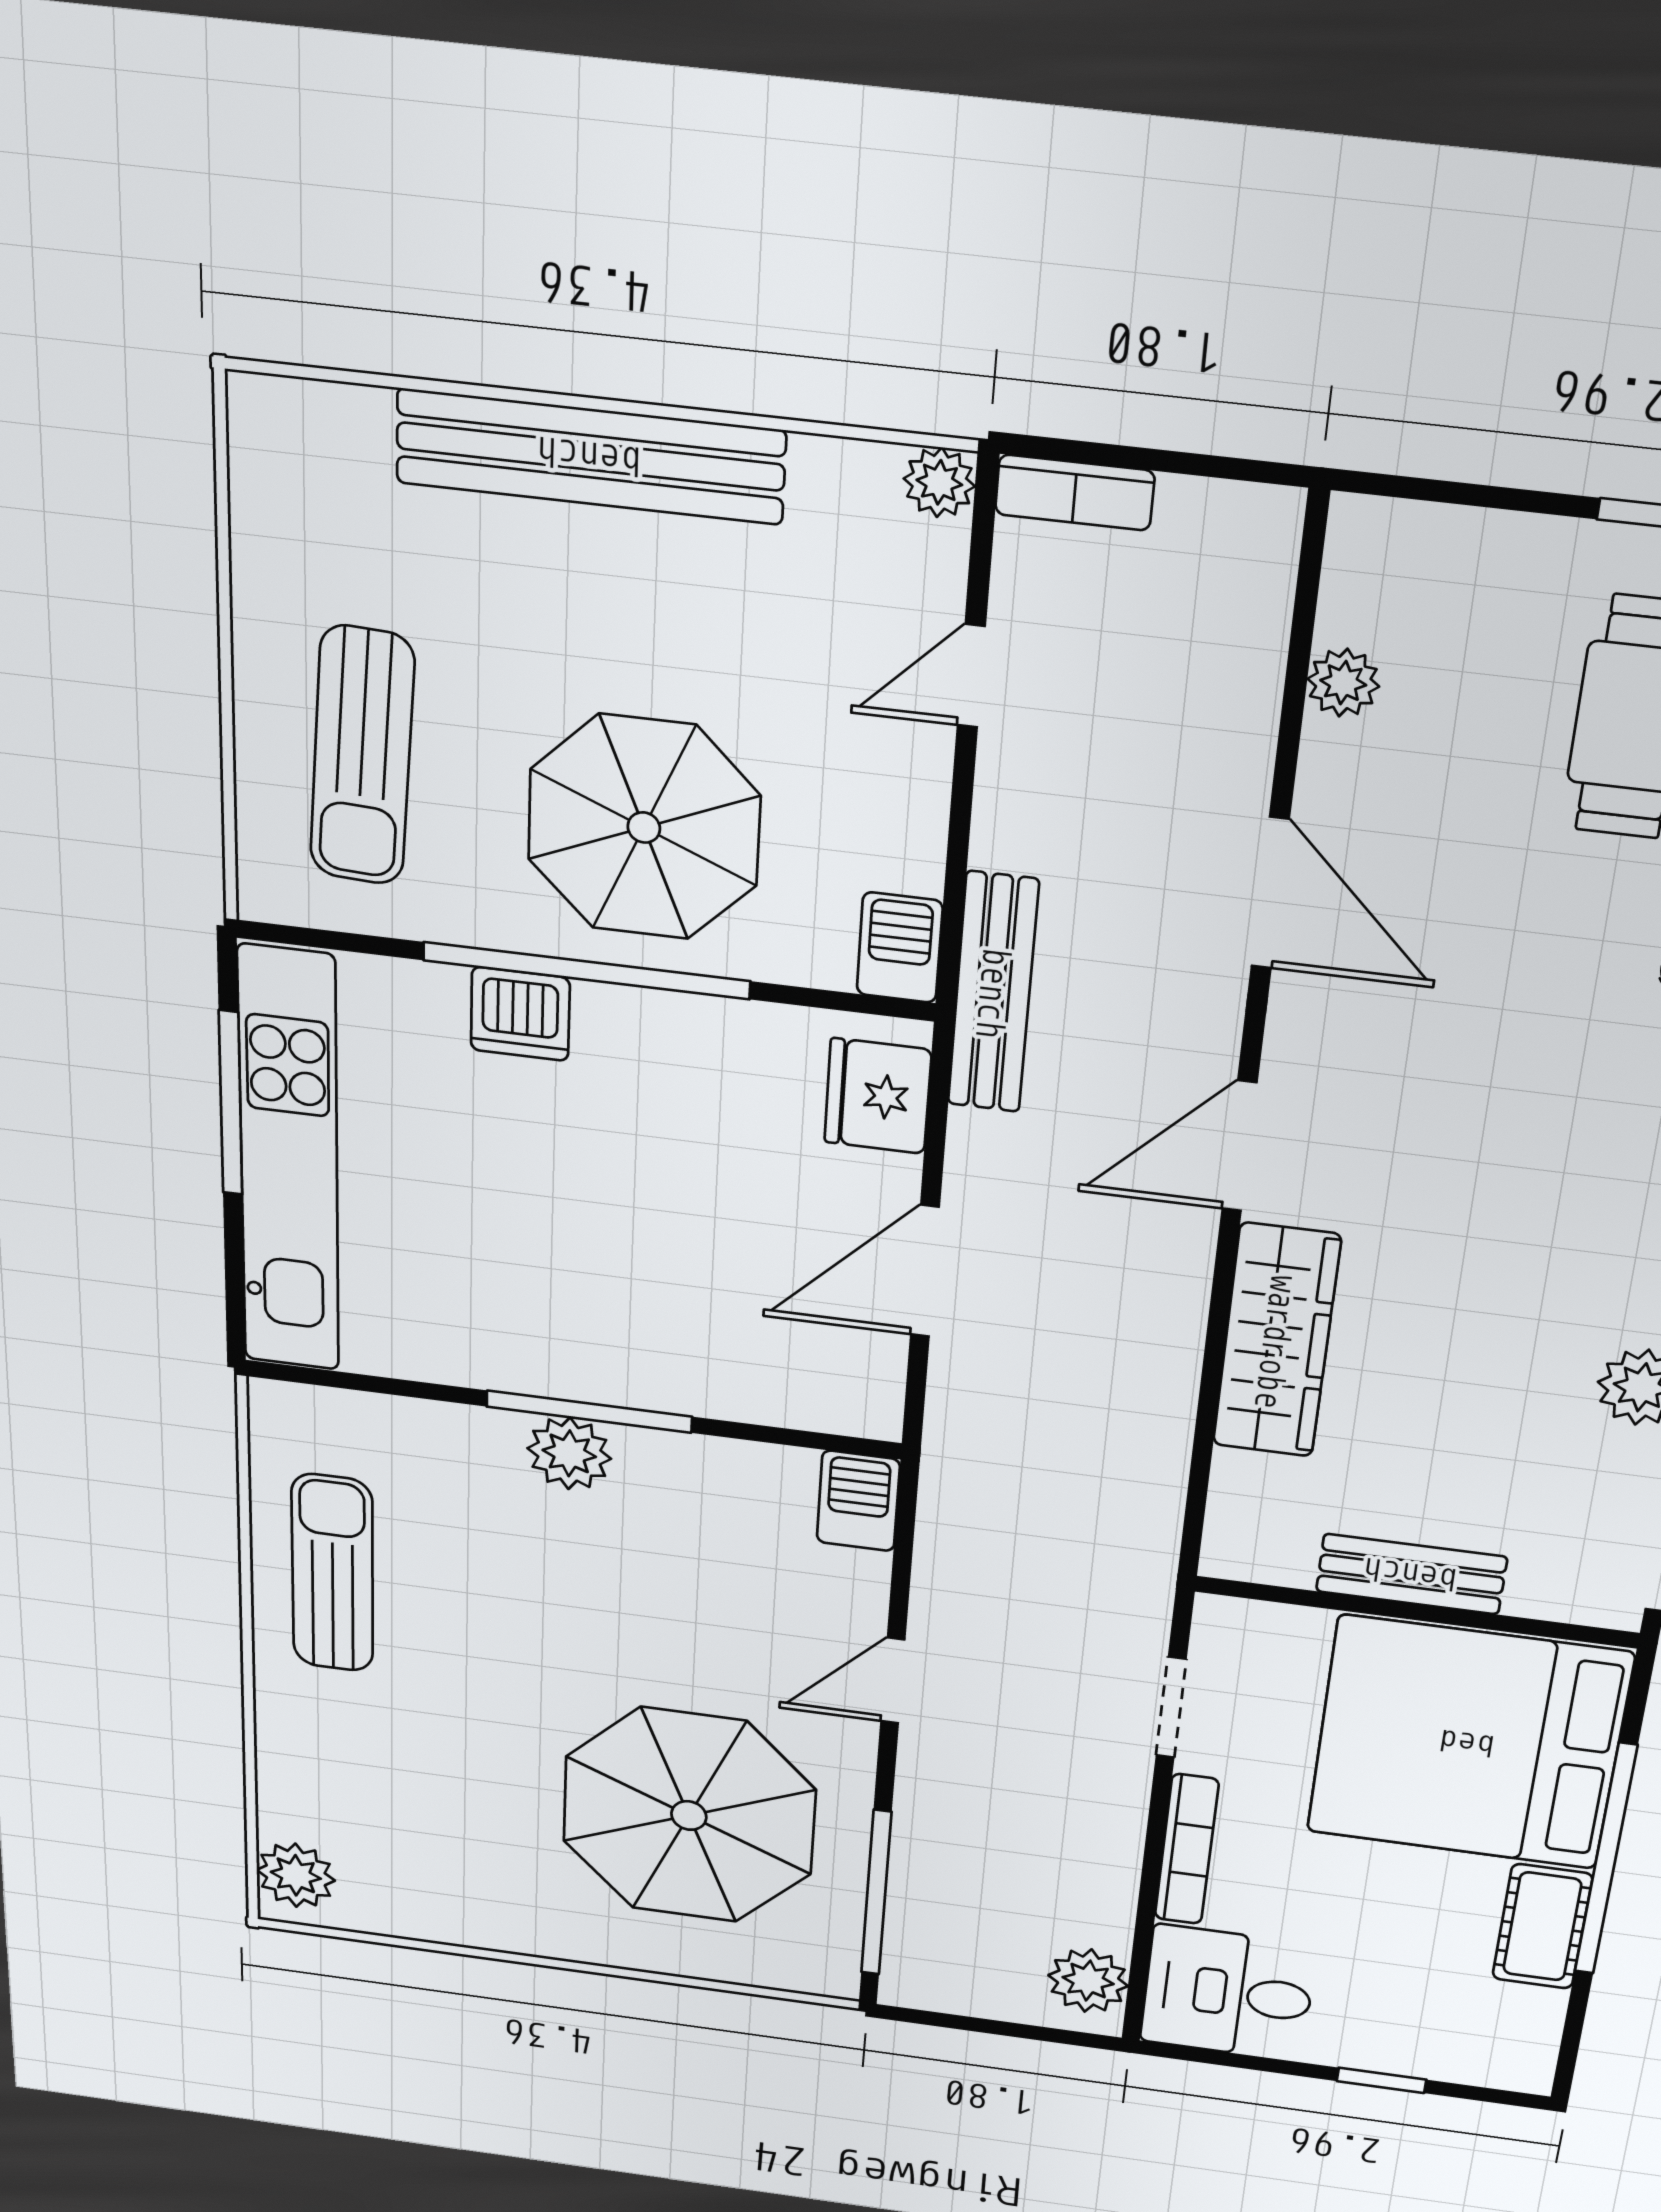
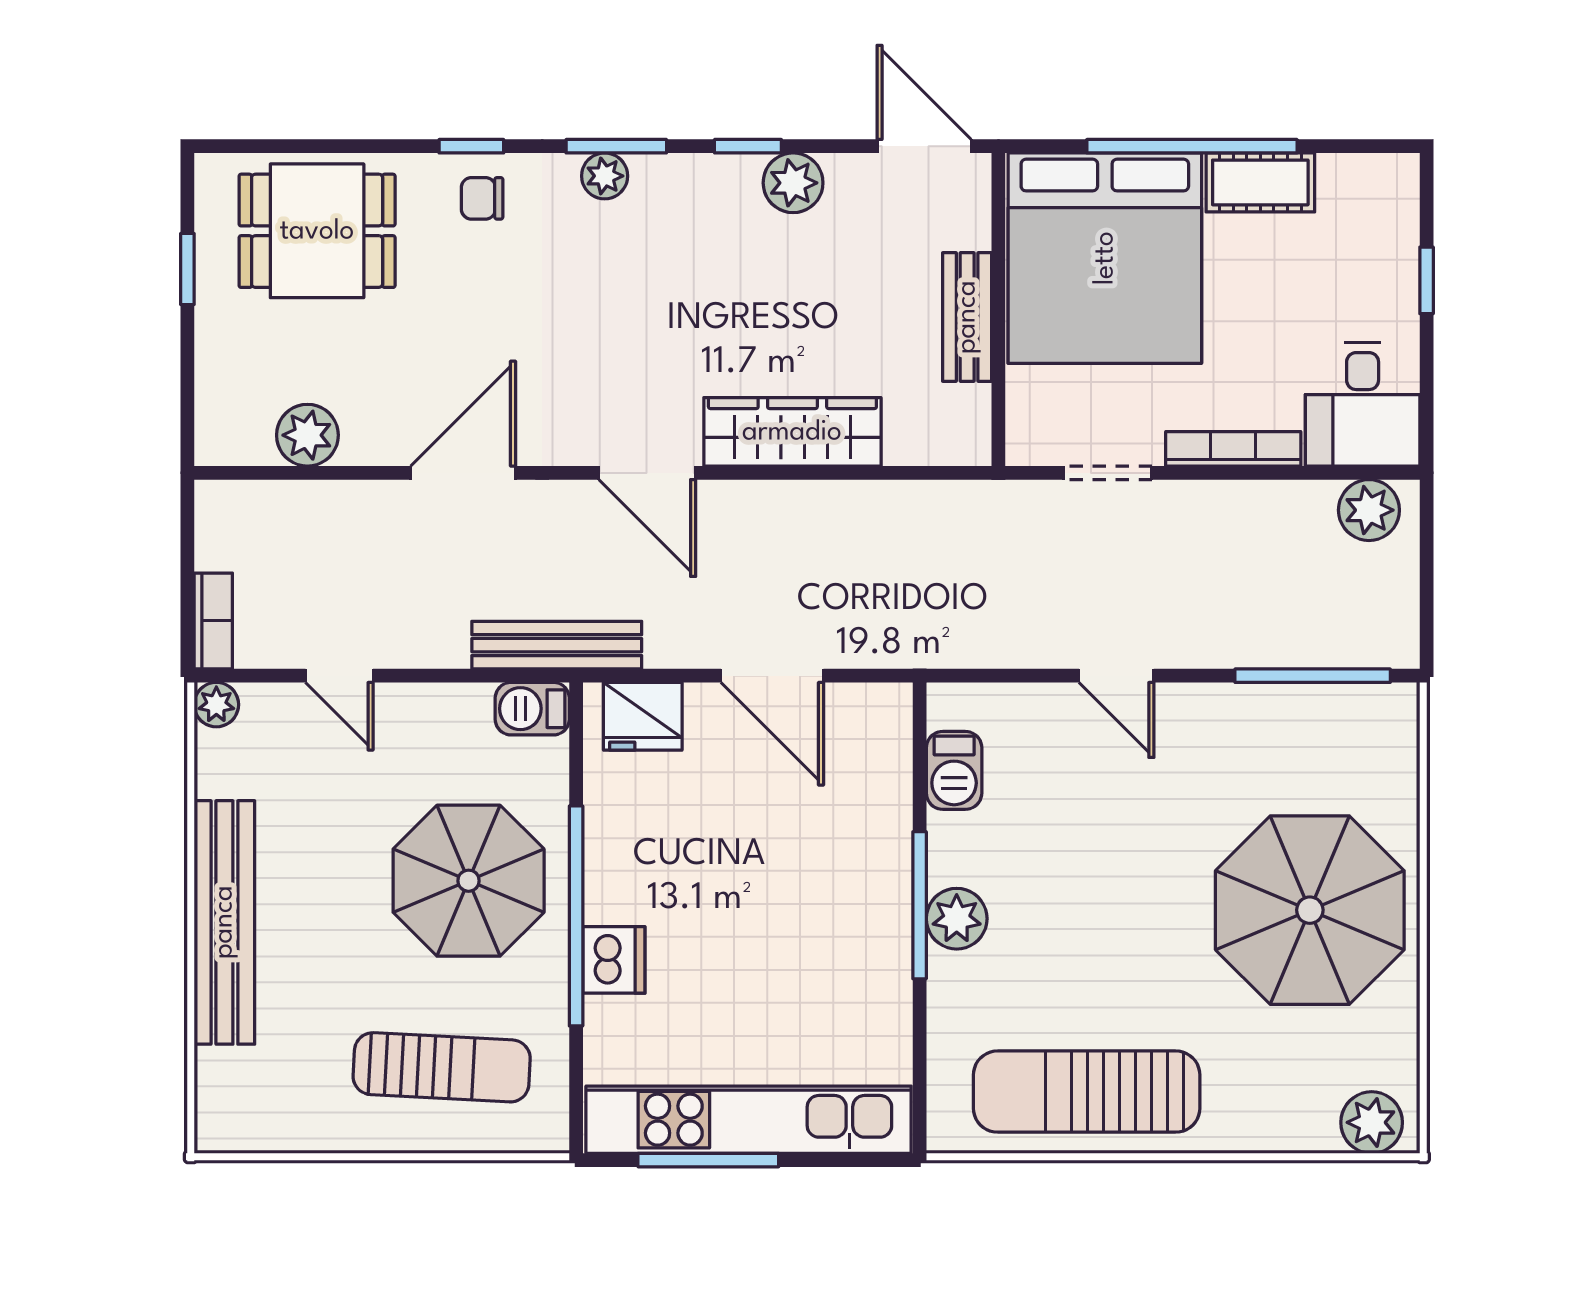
plant: (1343, 683) -> (307, 435), width x1.38, depth x1.38
barbecue: (858, 1501) -> (954, 770), moved, turned -90
sun lounger: (333, 1573) -> (1087, 1092), width x1.36, depth x1.34
parasol: (689, 1815) -> (1310, 910), moved

